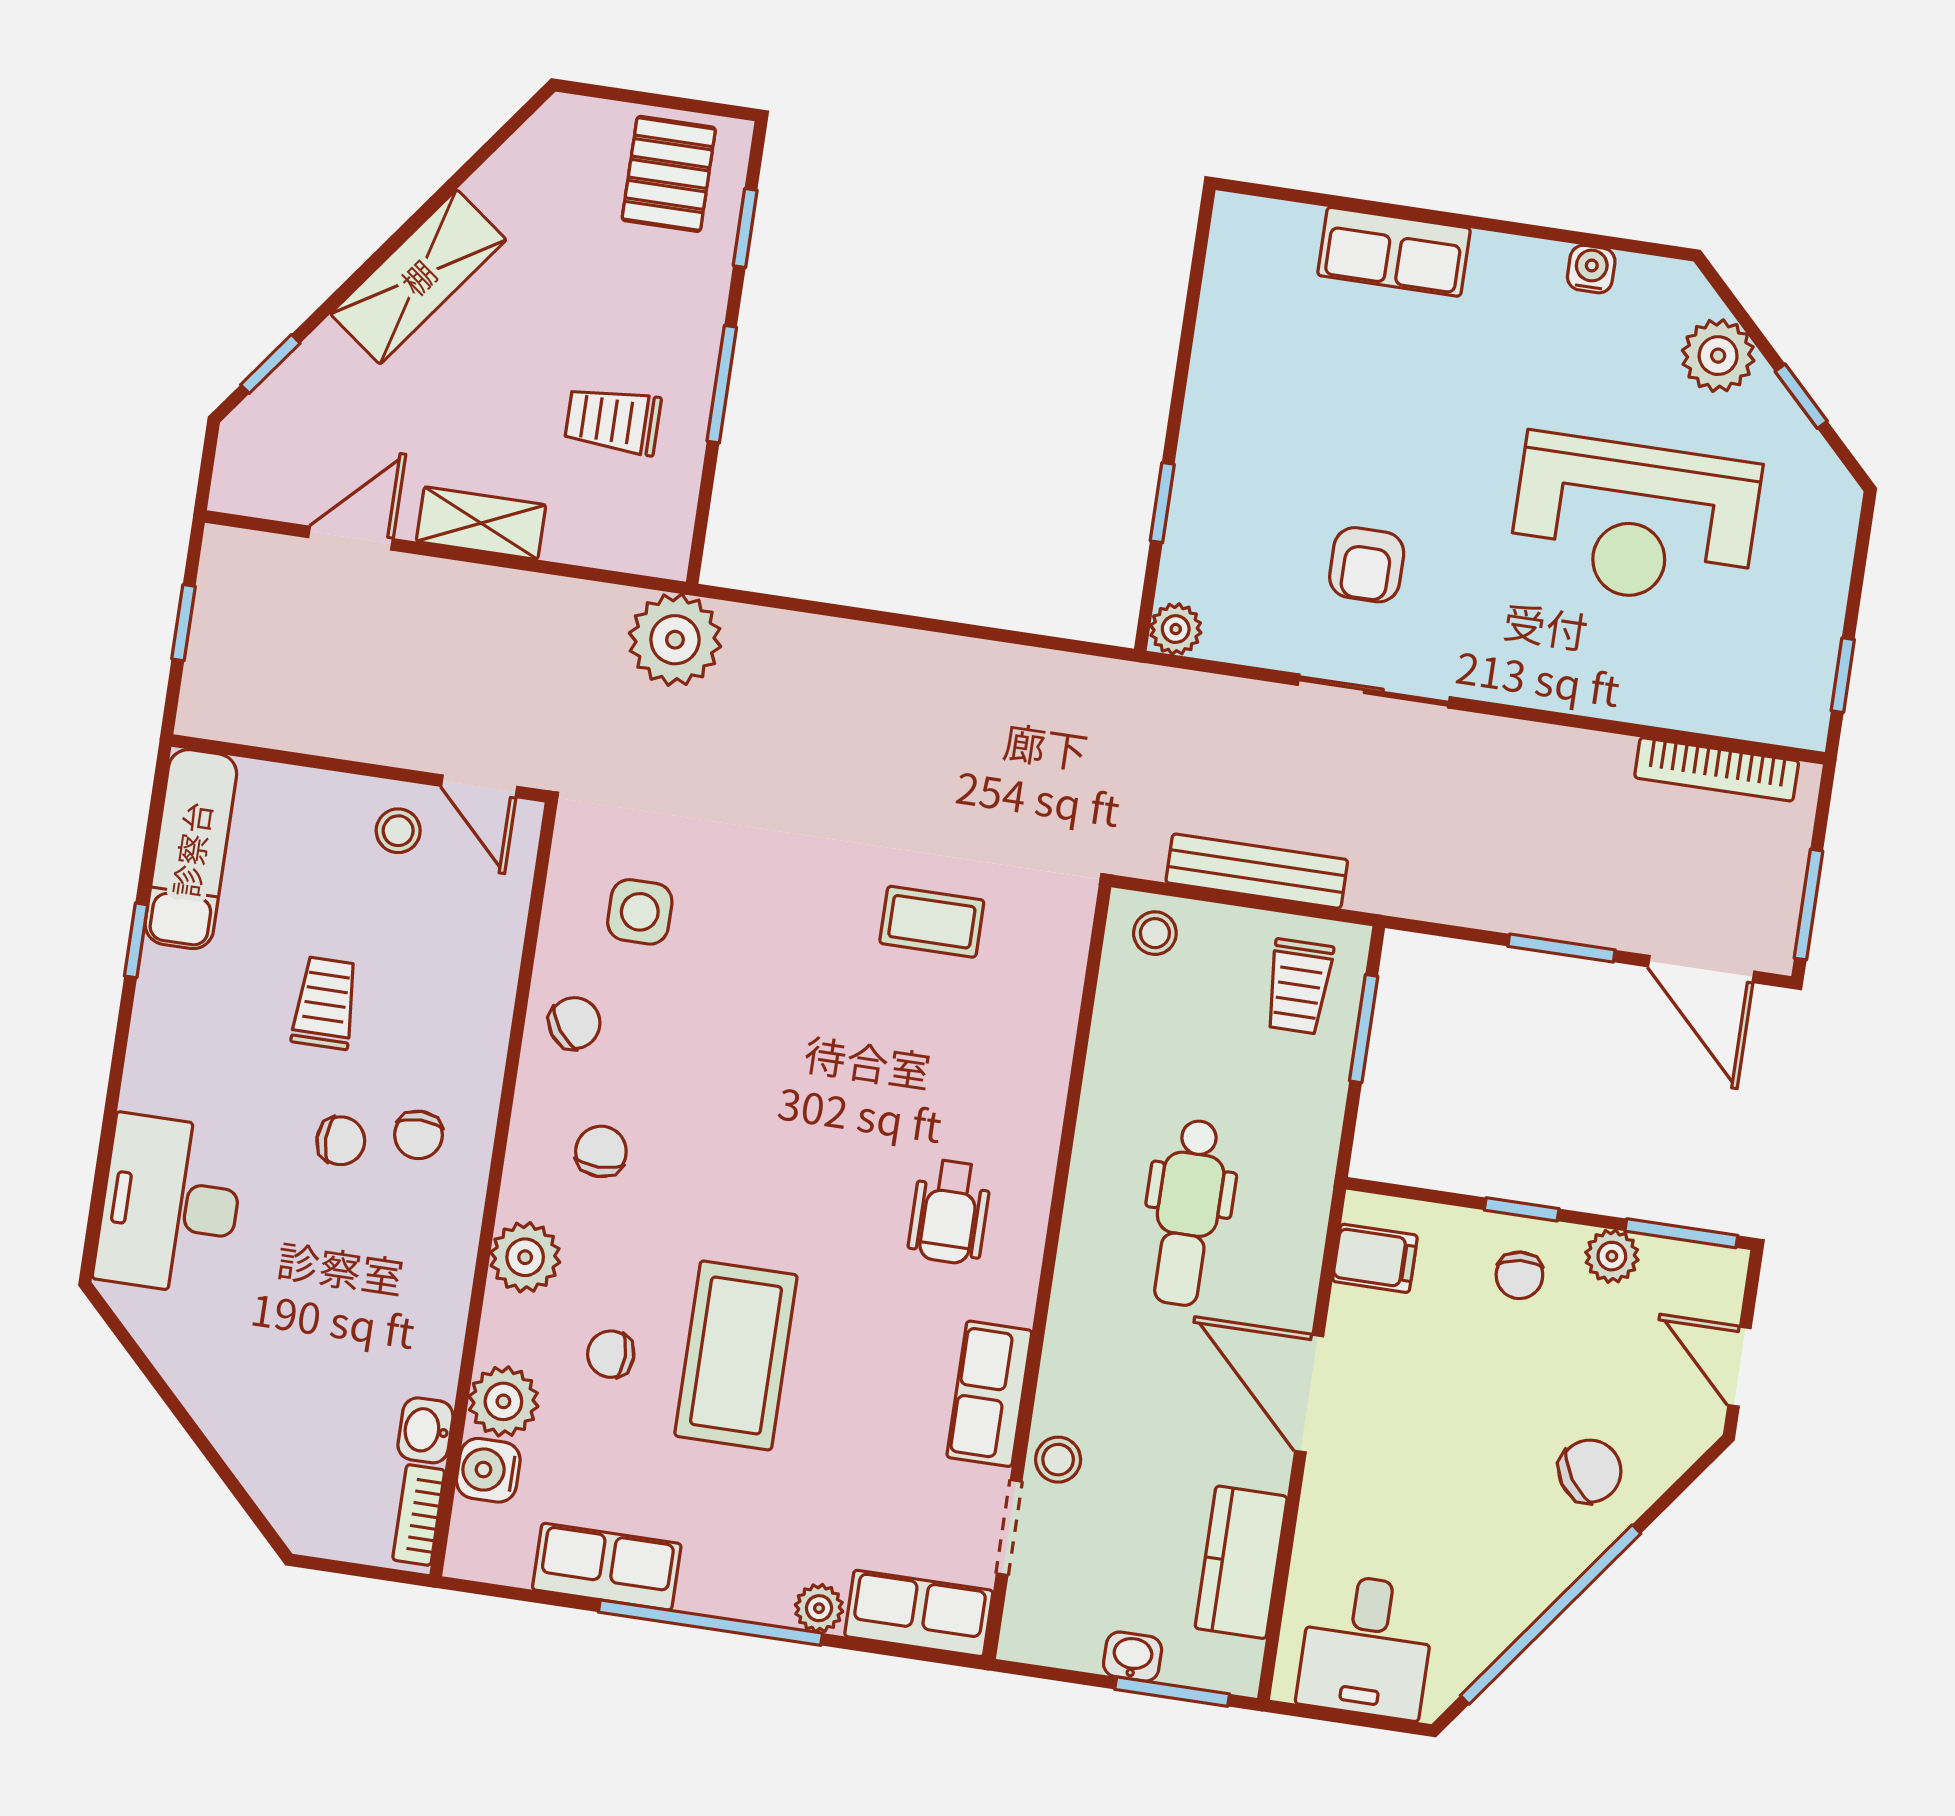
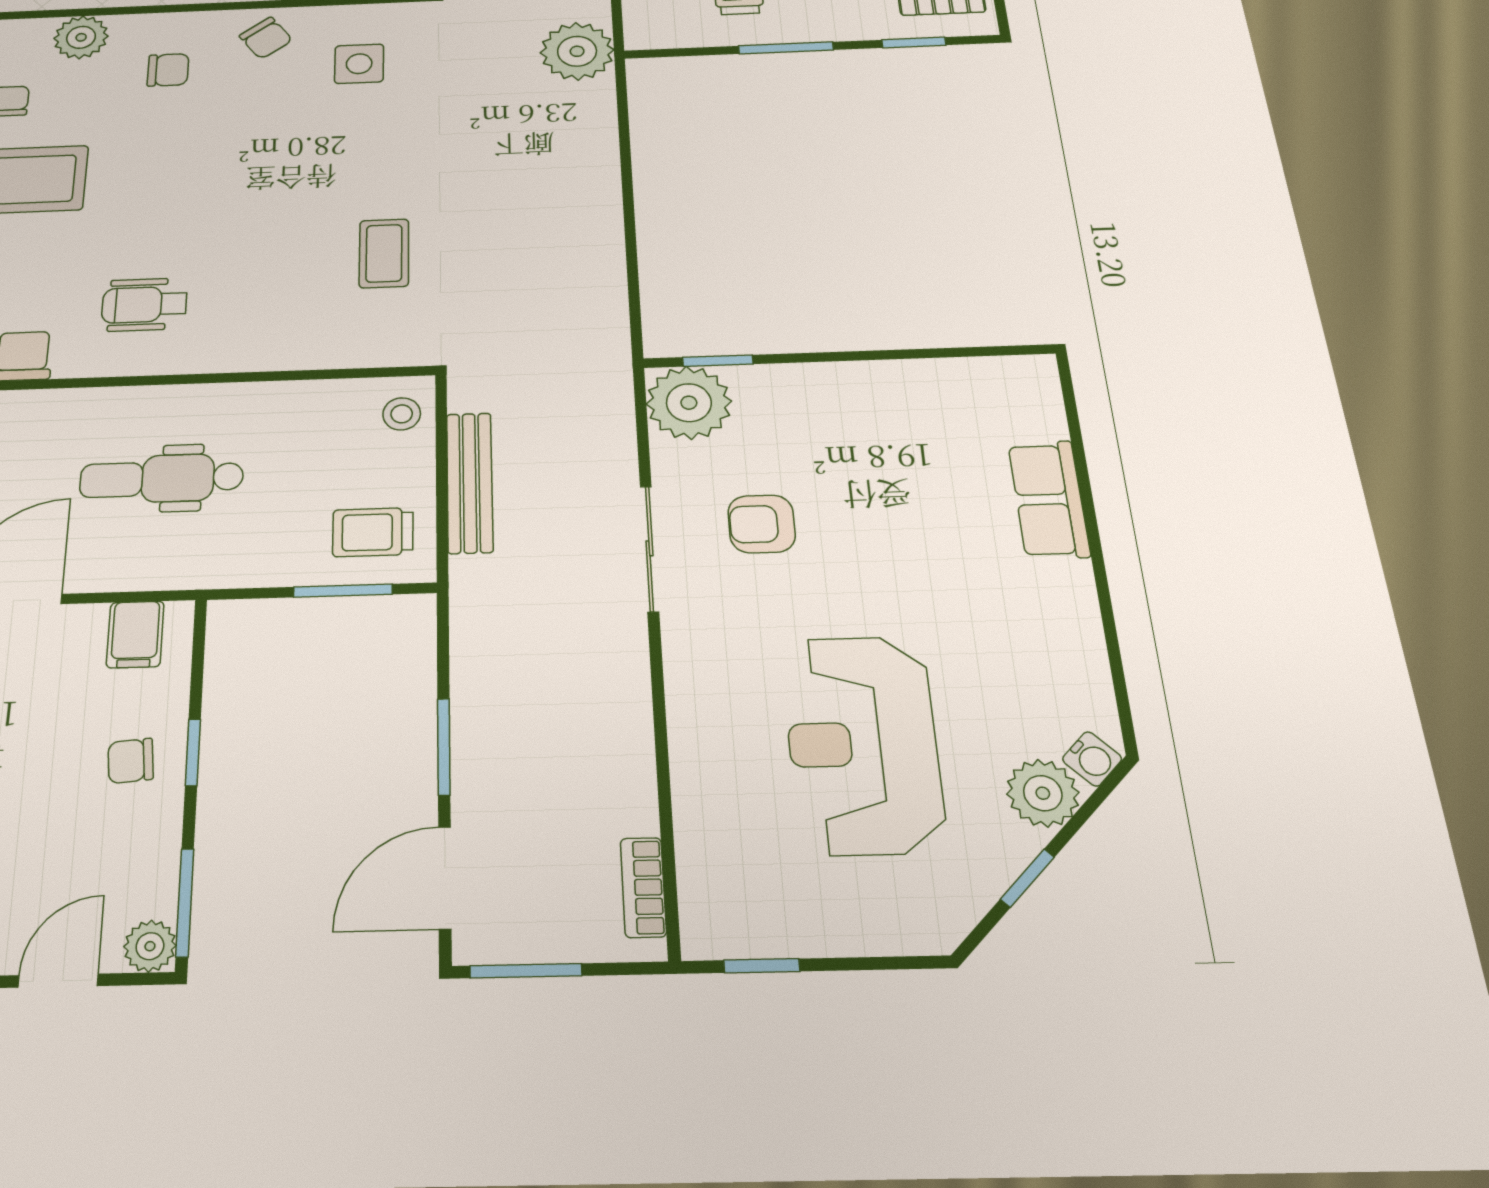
water cooler: (1591, 269) -> (1092, 759), moved, turned 45
window: (1162, 503) -> (718, 361), moved
plant: (1176, 629) -> (689, 403), width x1.88, depth x1.88
bookcase: (1717, 769) -> (643, 887), width x0.64
plant: (1612, 1256) -> (150, 946), moved

